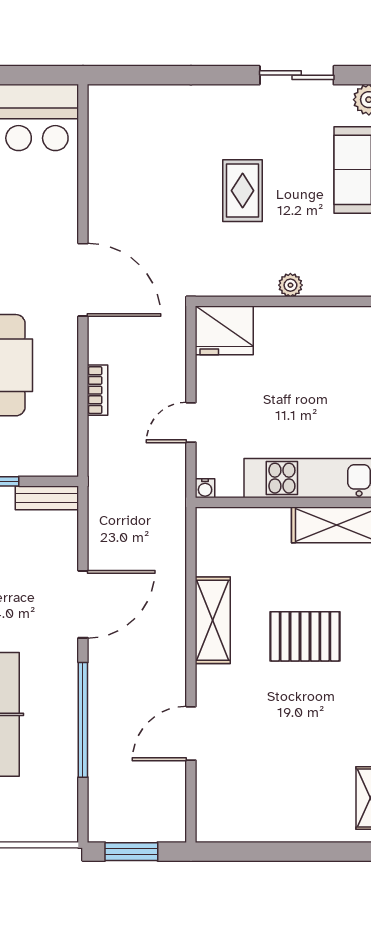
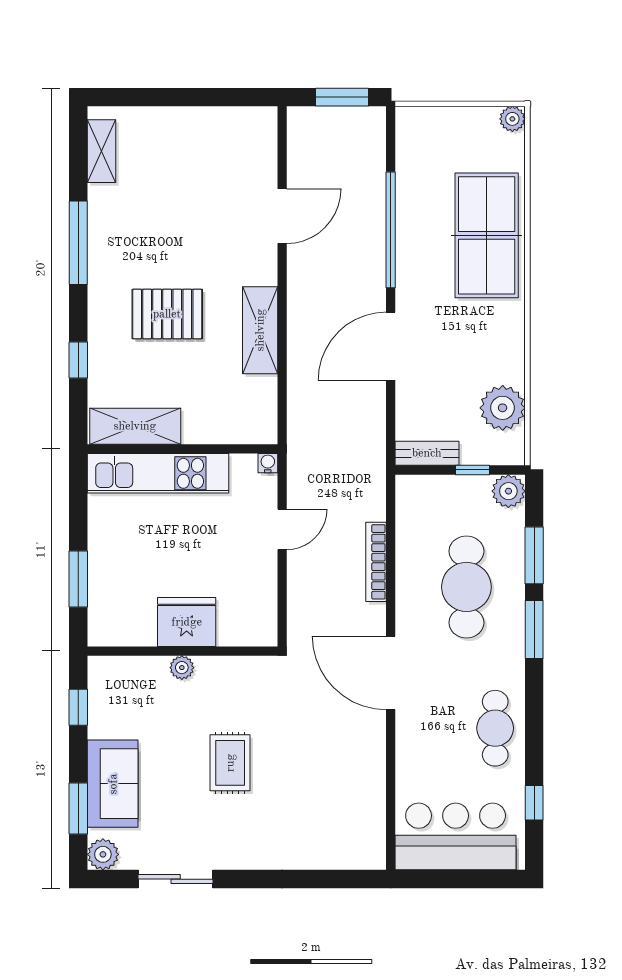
fridge: (224, 330) -> (187, 622), moved
bookcase: (98, 390) -> (376, 562), width x1.56

